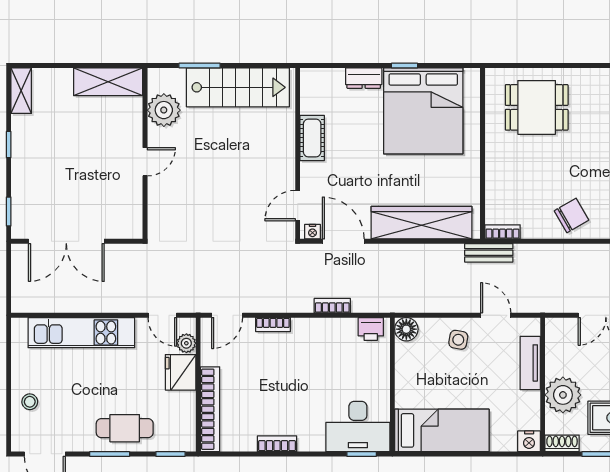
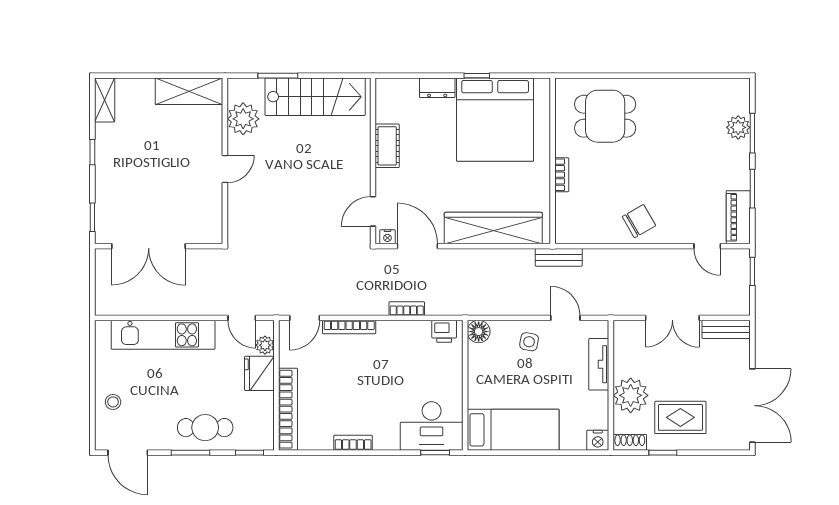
bookcase: (502, 232) -> (562, 175), moved, turned 90
bookcase: (273, 325) -> (349, 327), width x1.56

